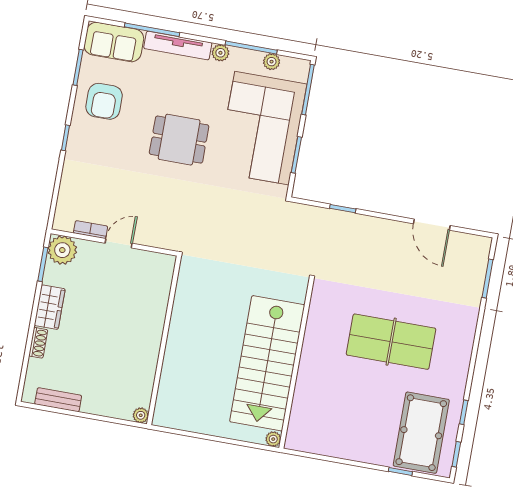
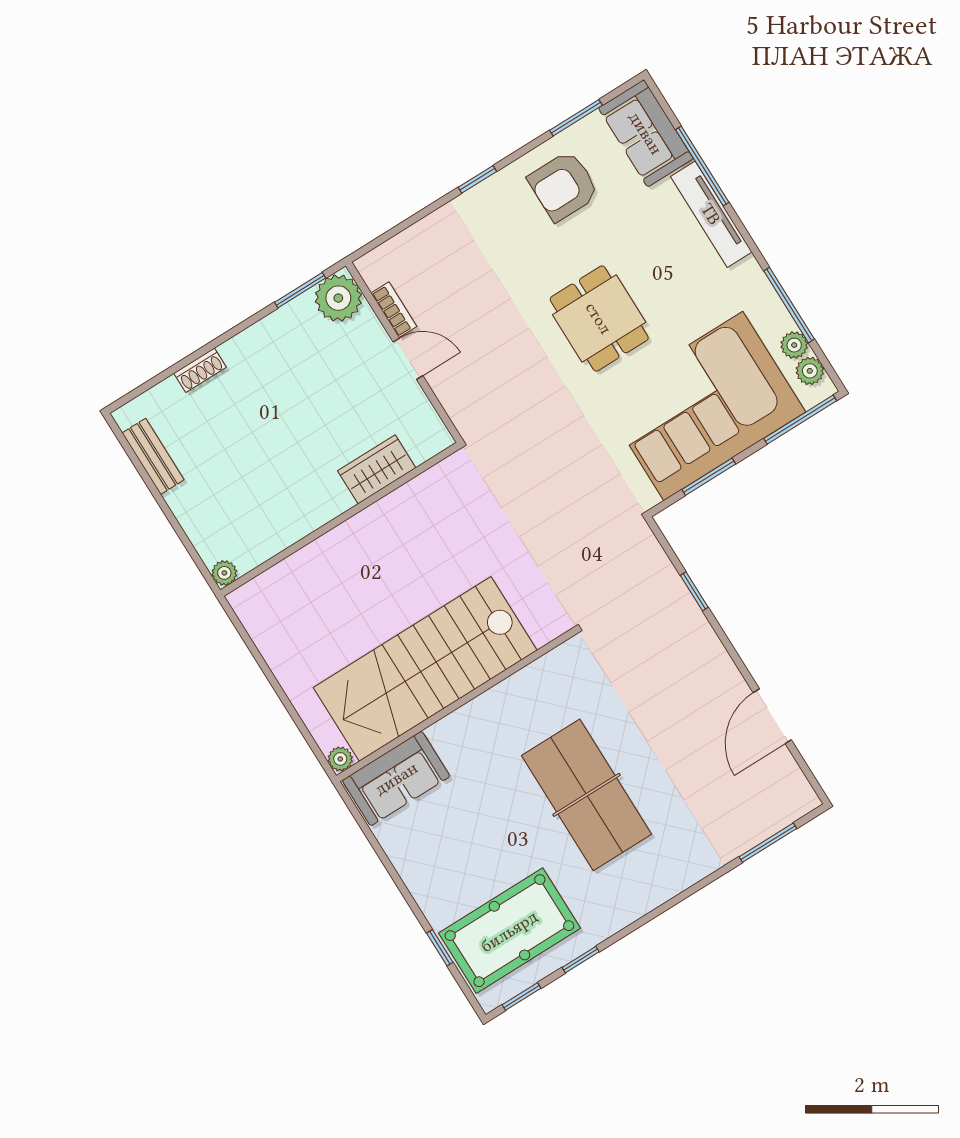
plant: (220, 53) -> (810, 371), moved
wardrobe: (50, 307) -> (377, 469), moved, turned 180
sofa: (305, 422) -> (396, 778), added

